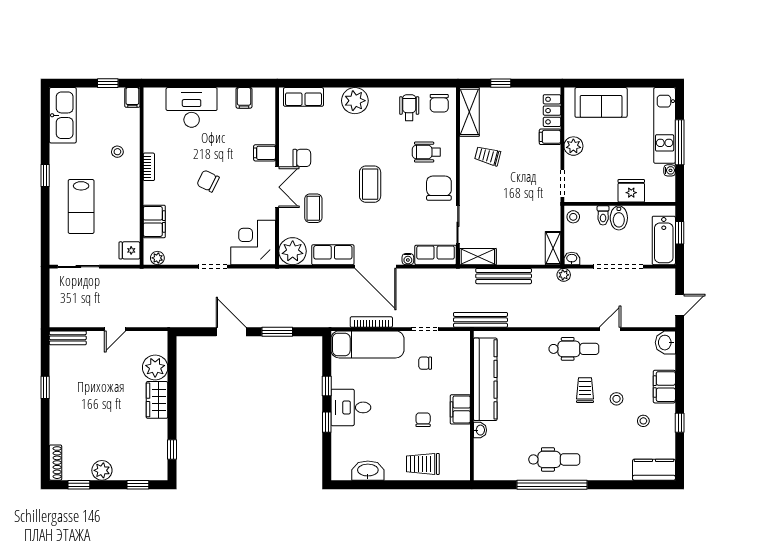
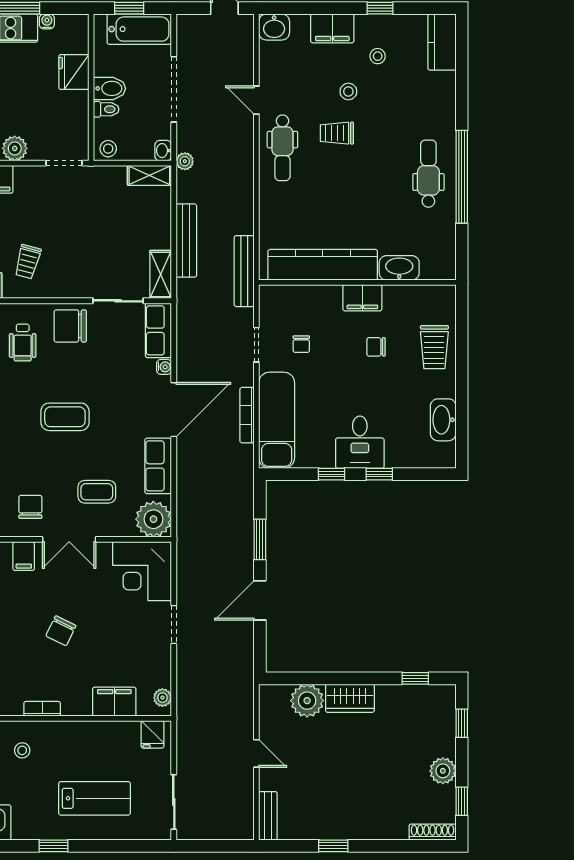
double door: (277, 187) -> (69, 539), swing flipped
dental chair: (574, 349) -> (282, 148), turned 180
washbasin: (480, 430) -> (399, 268), width x1.91, depth x1.45

